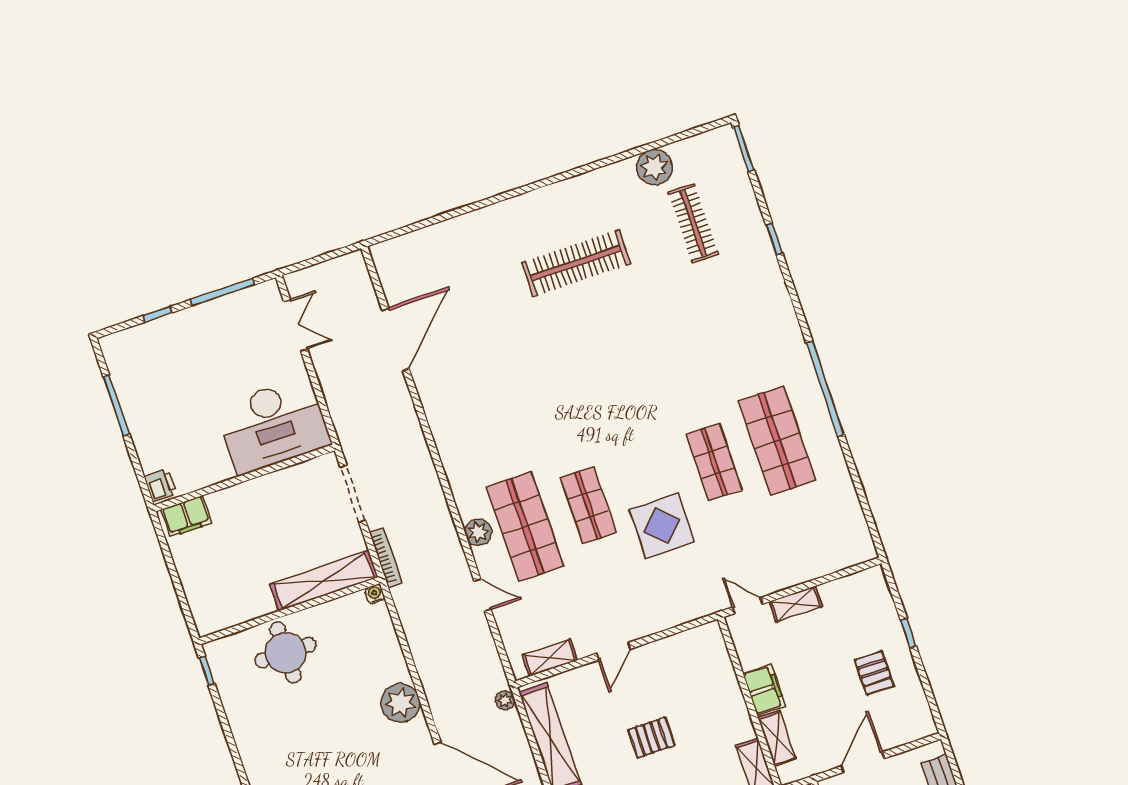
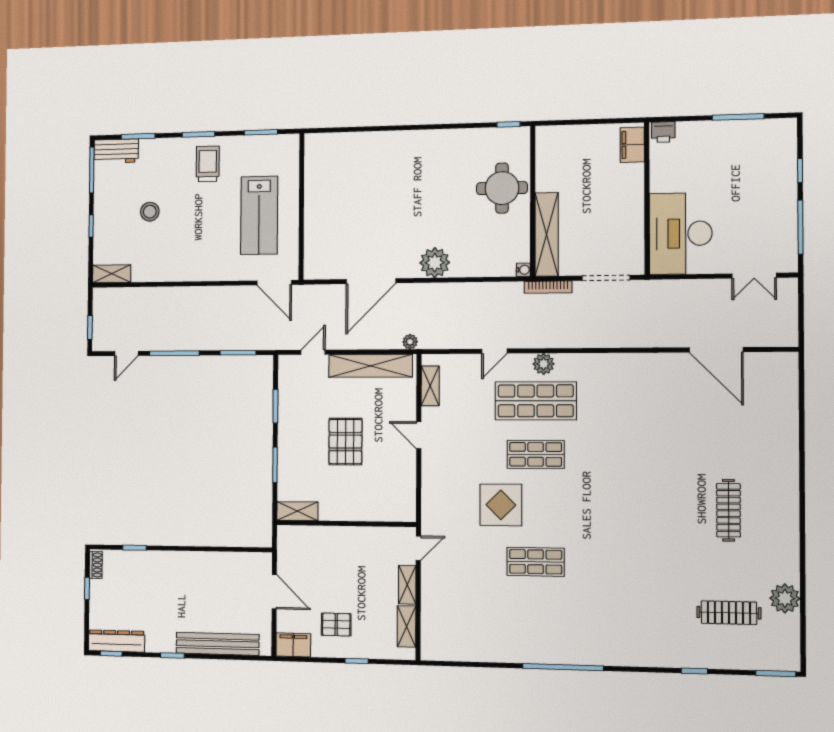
clothes rail: (576, 263) -> (728, 510), width x0.73, depth x0.76
shop shelf: (777, 441) -> (536, 616), removed
filing cabinet: (764, 690) -> (293, 645), moved, turned 180
pallet: (651, 738) -> (345, 442), width x1.50, depth x1.42
shelving: (777, 738) -> (407, 626), moved, turned 90

